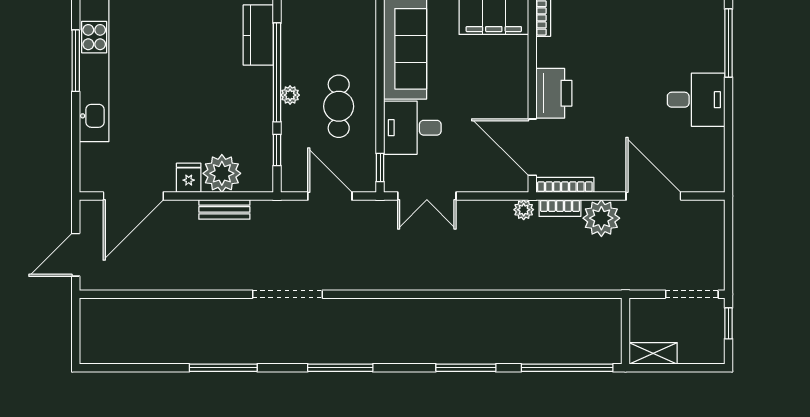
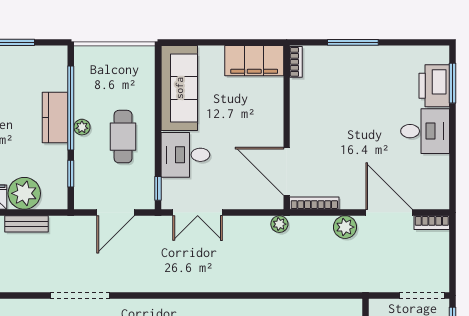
kitchen counter: (258, 35) -> (55, 118), moved
window: (729, 43) -> (453, 83), width x0.69
printer: (554, 93) -> (434, 86), moved, turned 180
door: (330, 196) -> (116, 212), swing flipped
bookcase: (560, 208) -> (432, 223), moved
plant: (601, 218) -> (345, 227), width x0.73, depth x0.73

